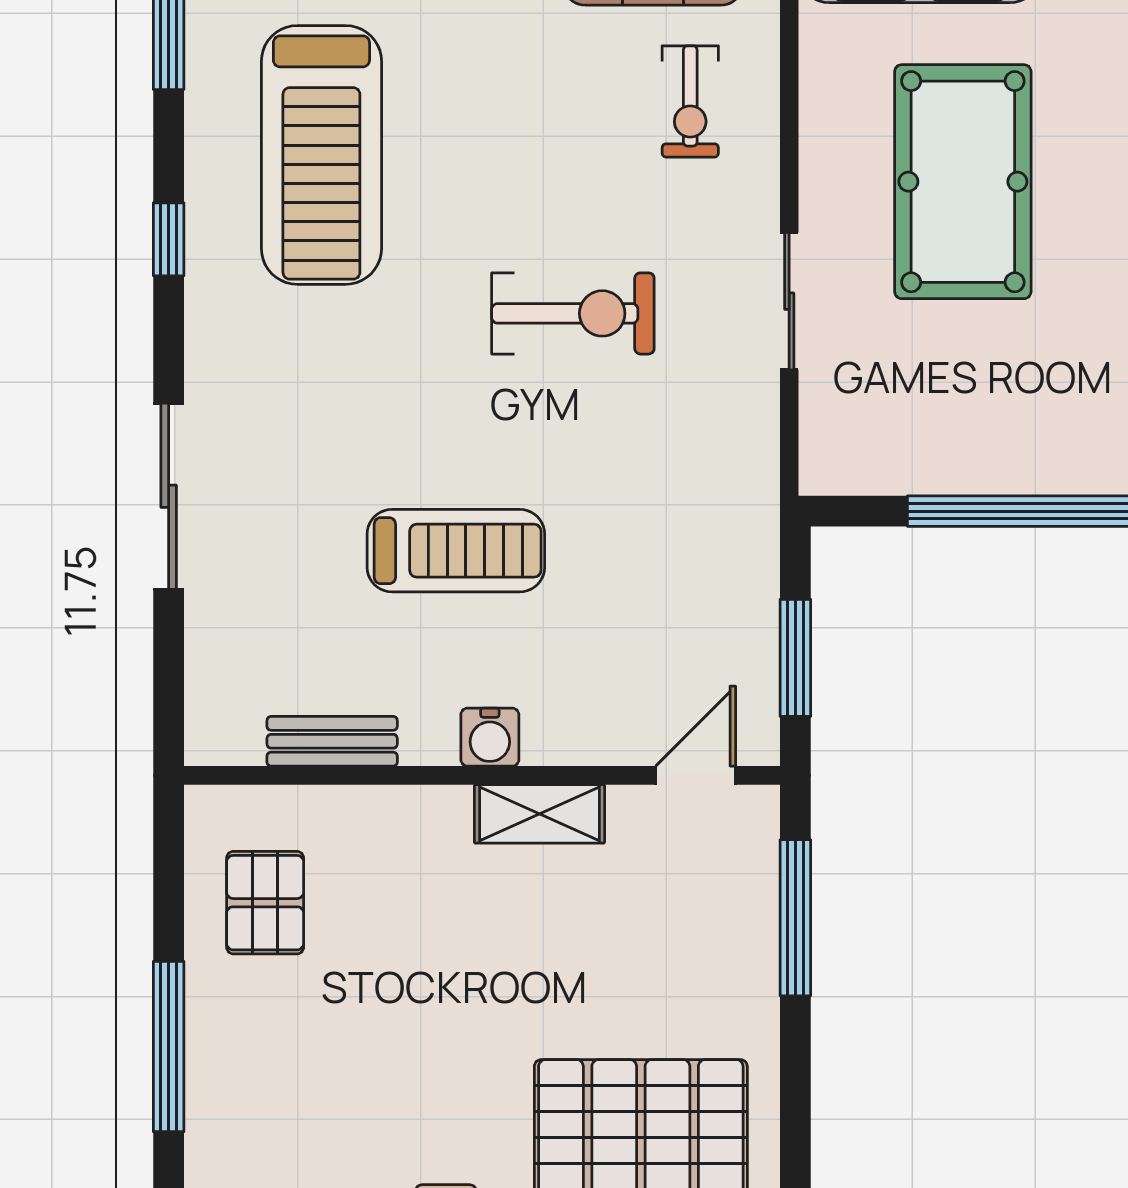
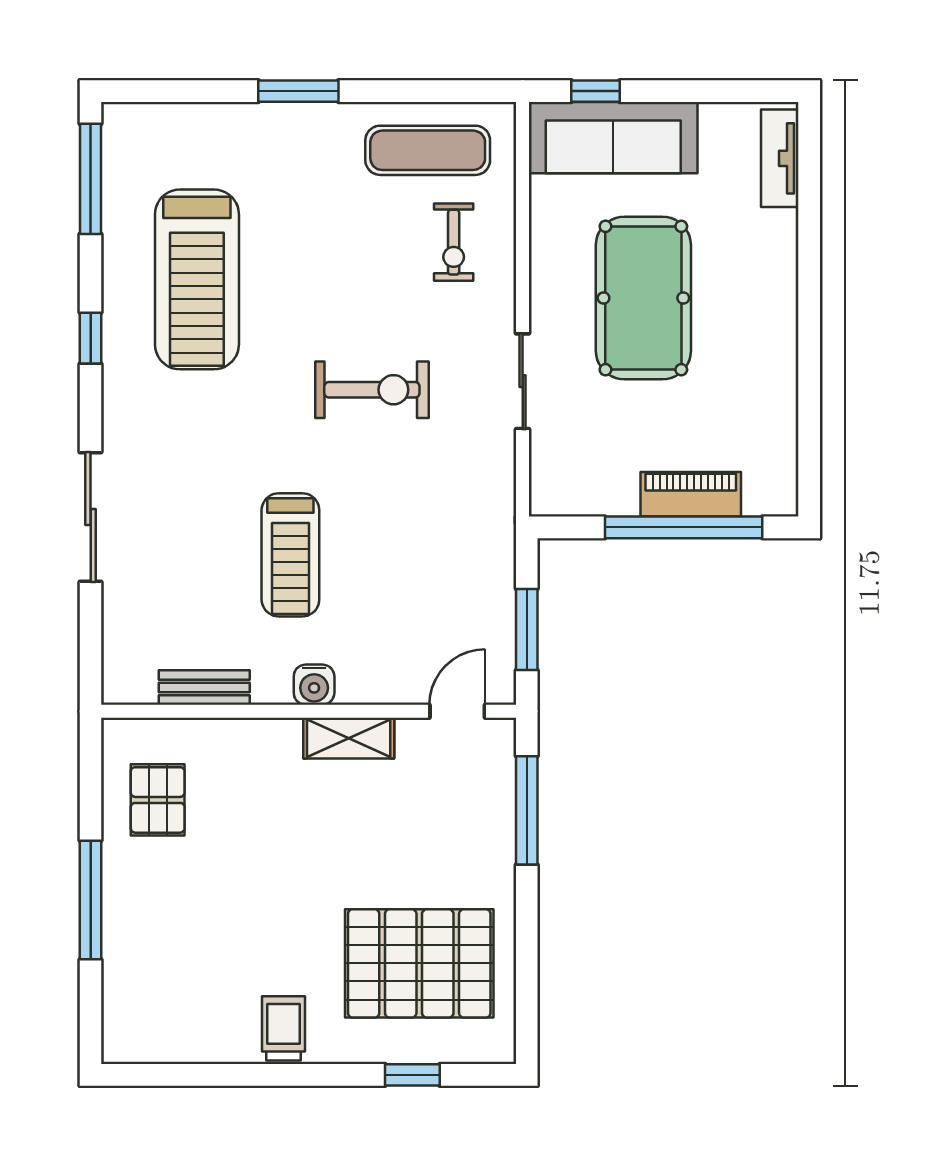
piano: (1031, 464) -> (691, 494), added
treadmill: (456, 551) -> (290, 555), turned 90

